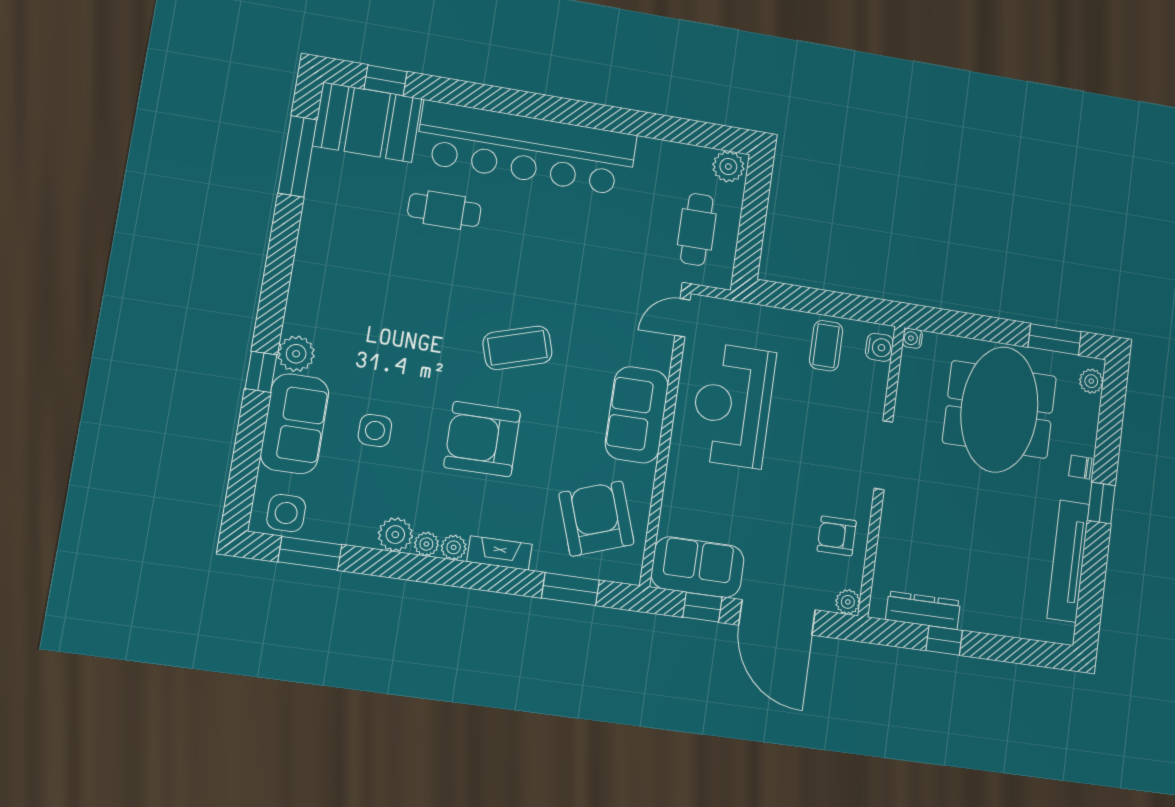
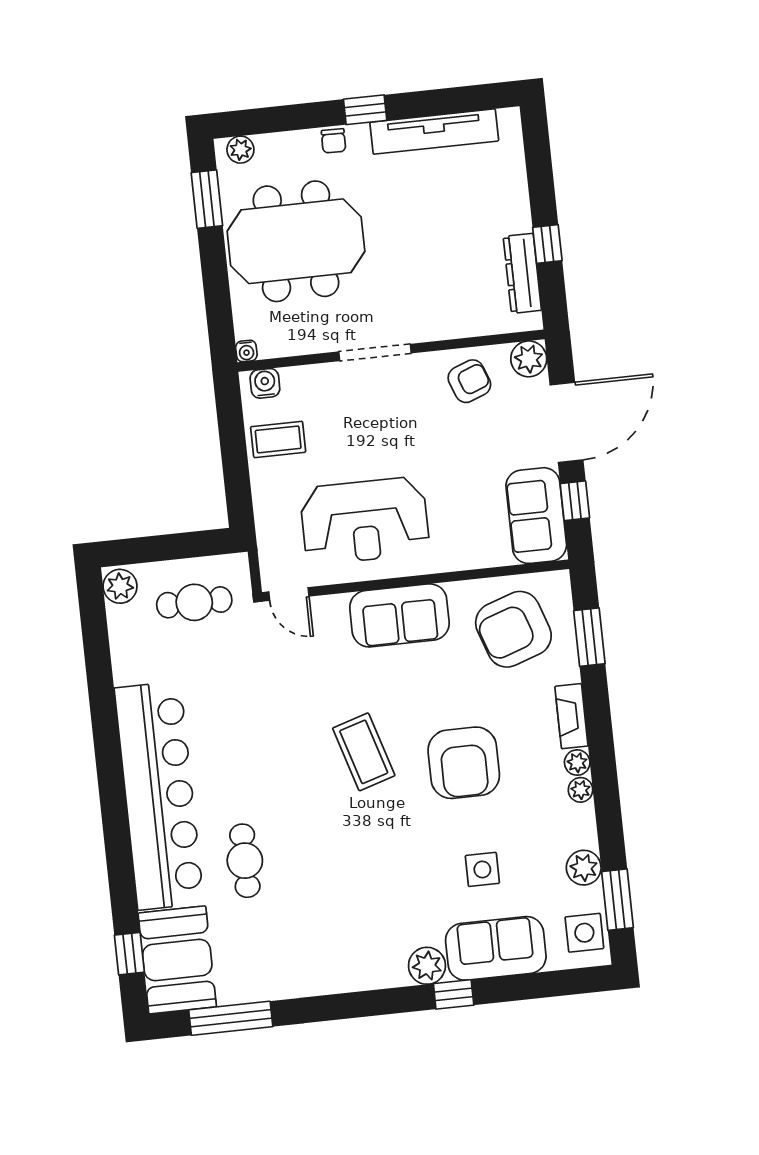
plant: (395, 535) -> (584, 868), moved
armchair: (837, 536) -> (469, 381), turned -111
plant: (848, 602) -> (529, 359), width x1.38, depth x1.38

